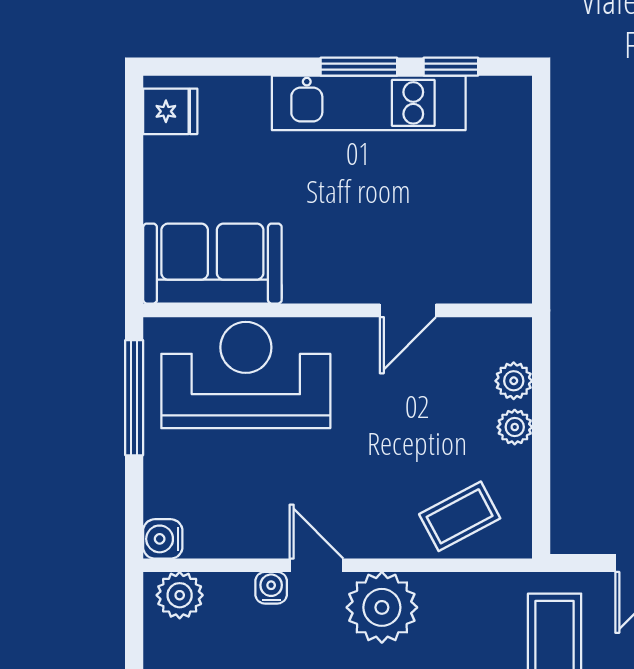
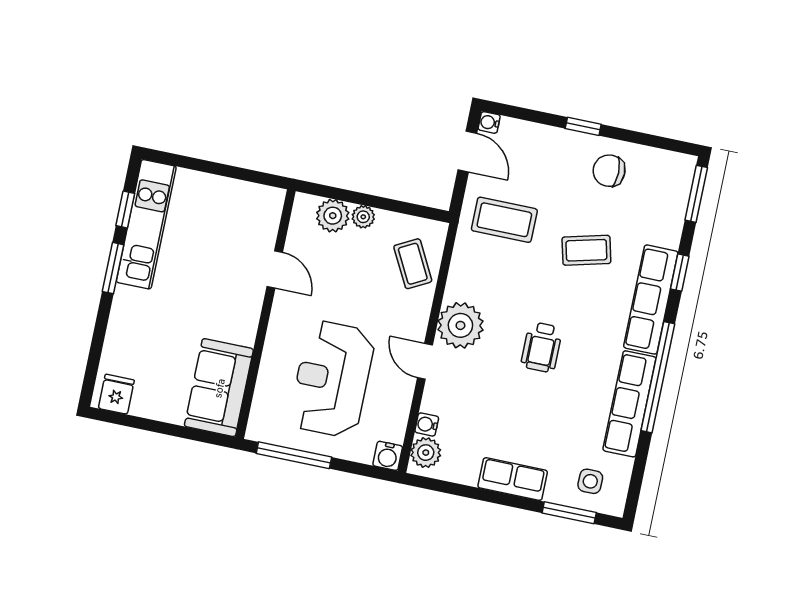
kitchen unit: (369, 103) -> (146, 224), moved
reception desk: (246, 375) -> (332, 379), moved
plant: (514, 381) -> (333, 216), width x1.38, depth x1.38
door: (317, 565) -> (425, 361), hinge flipped
water cooler: (271, 588) -> (427, 424), moved

